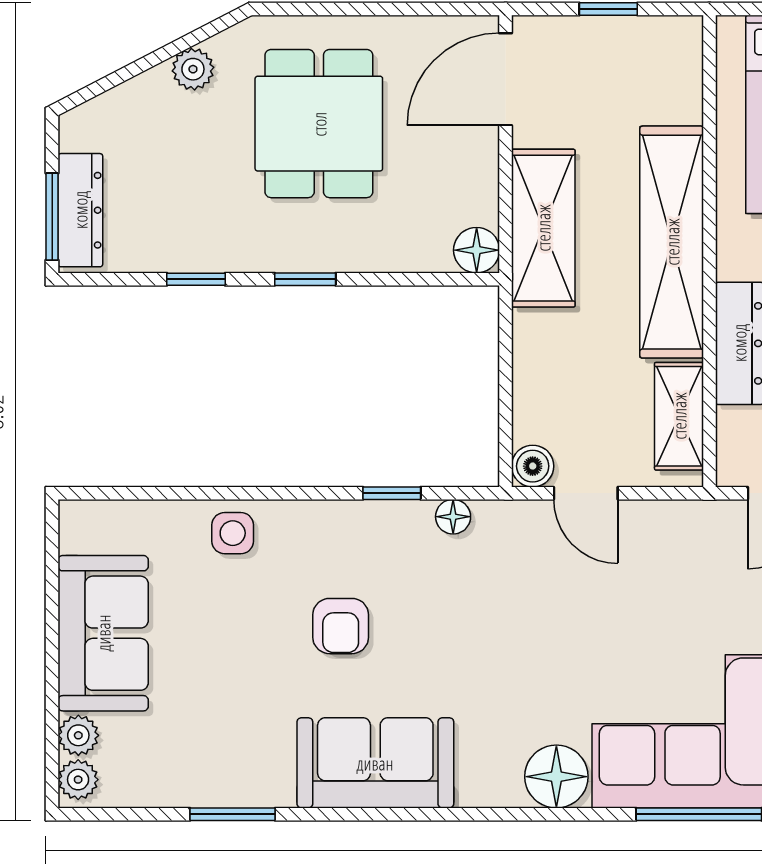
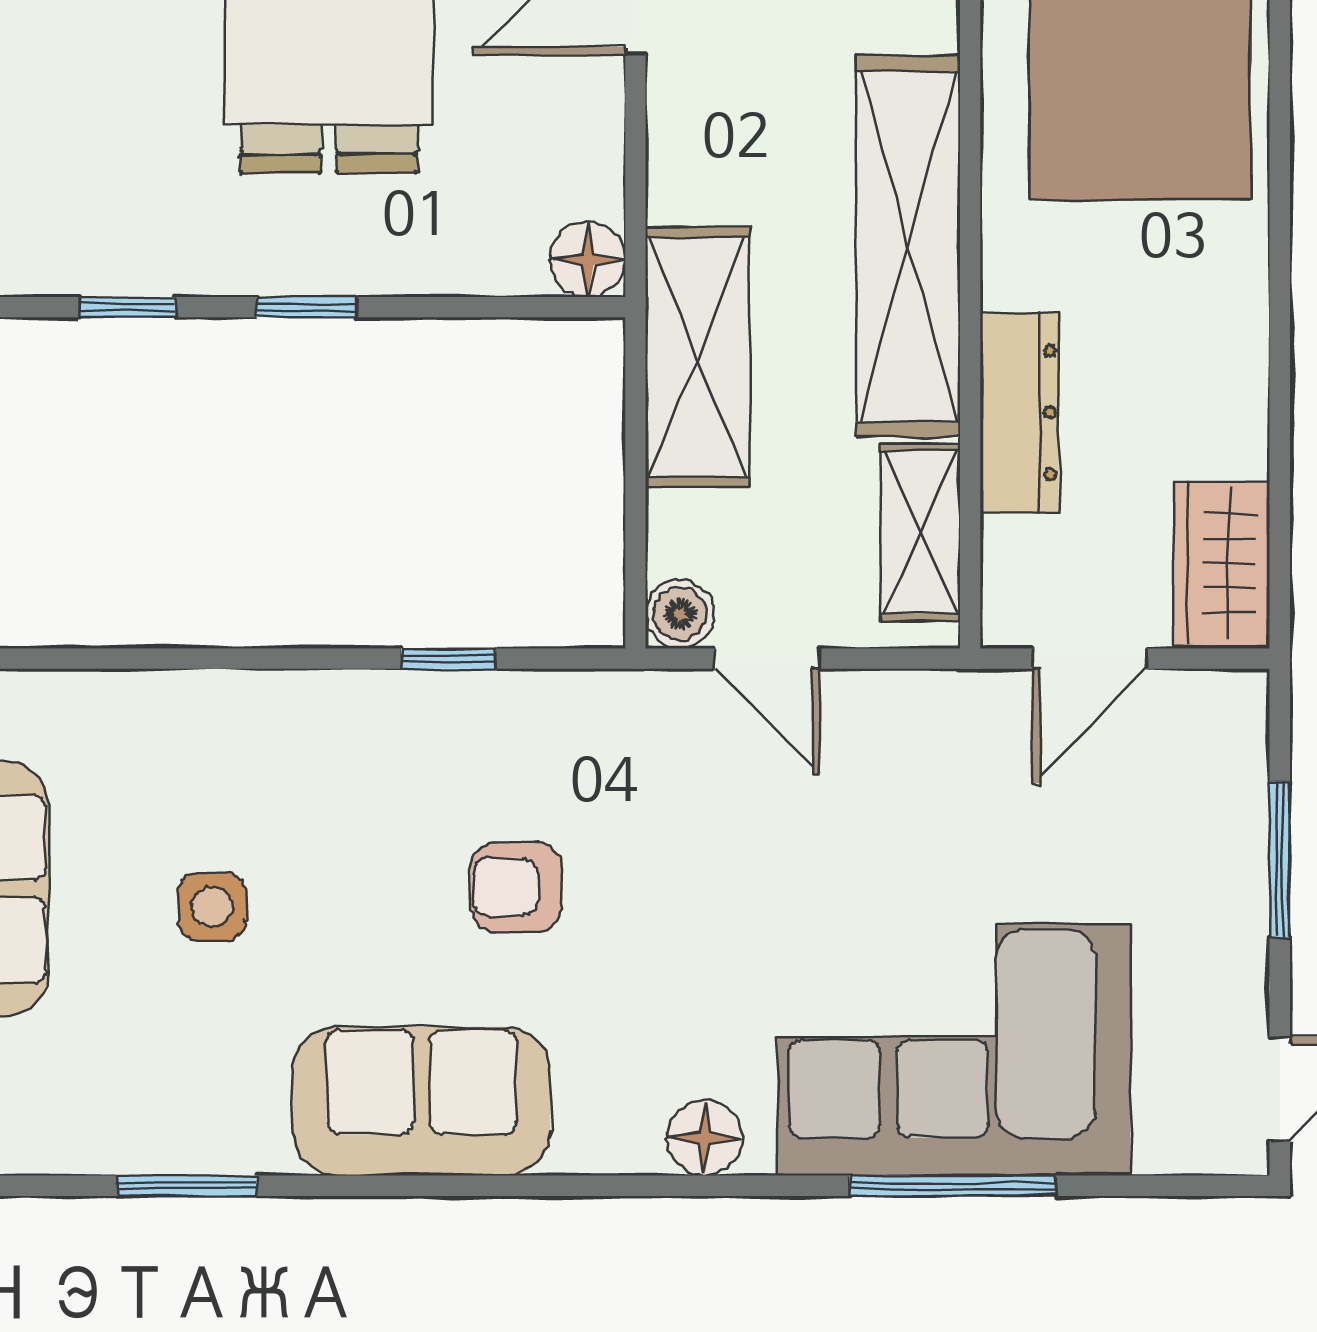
shelving: (543, 228) -> (697, 357), moved
floor lamp: (453, 517) -> (549, 697), removed
side table: (233, 533) -> (212, 907), moved
armchair: (341, 626) -> (516, 887), moved, turned 90
floor lamp: (556, 777) -> (705, 1138), width x0.73, depth x0.73

